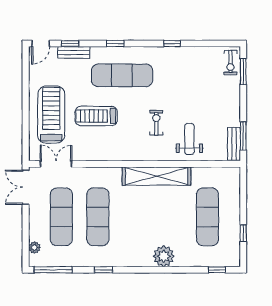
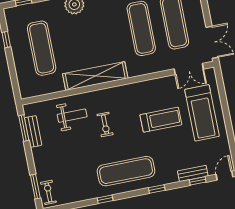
exercise mat: (122, 75) -> (126, 171), moved
weight bench: (189, 139) -> (72, 116), turned -90
bench: (234, 144) -> (33, 131), moved

